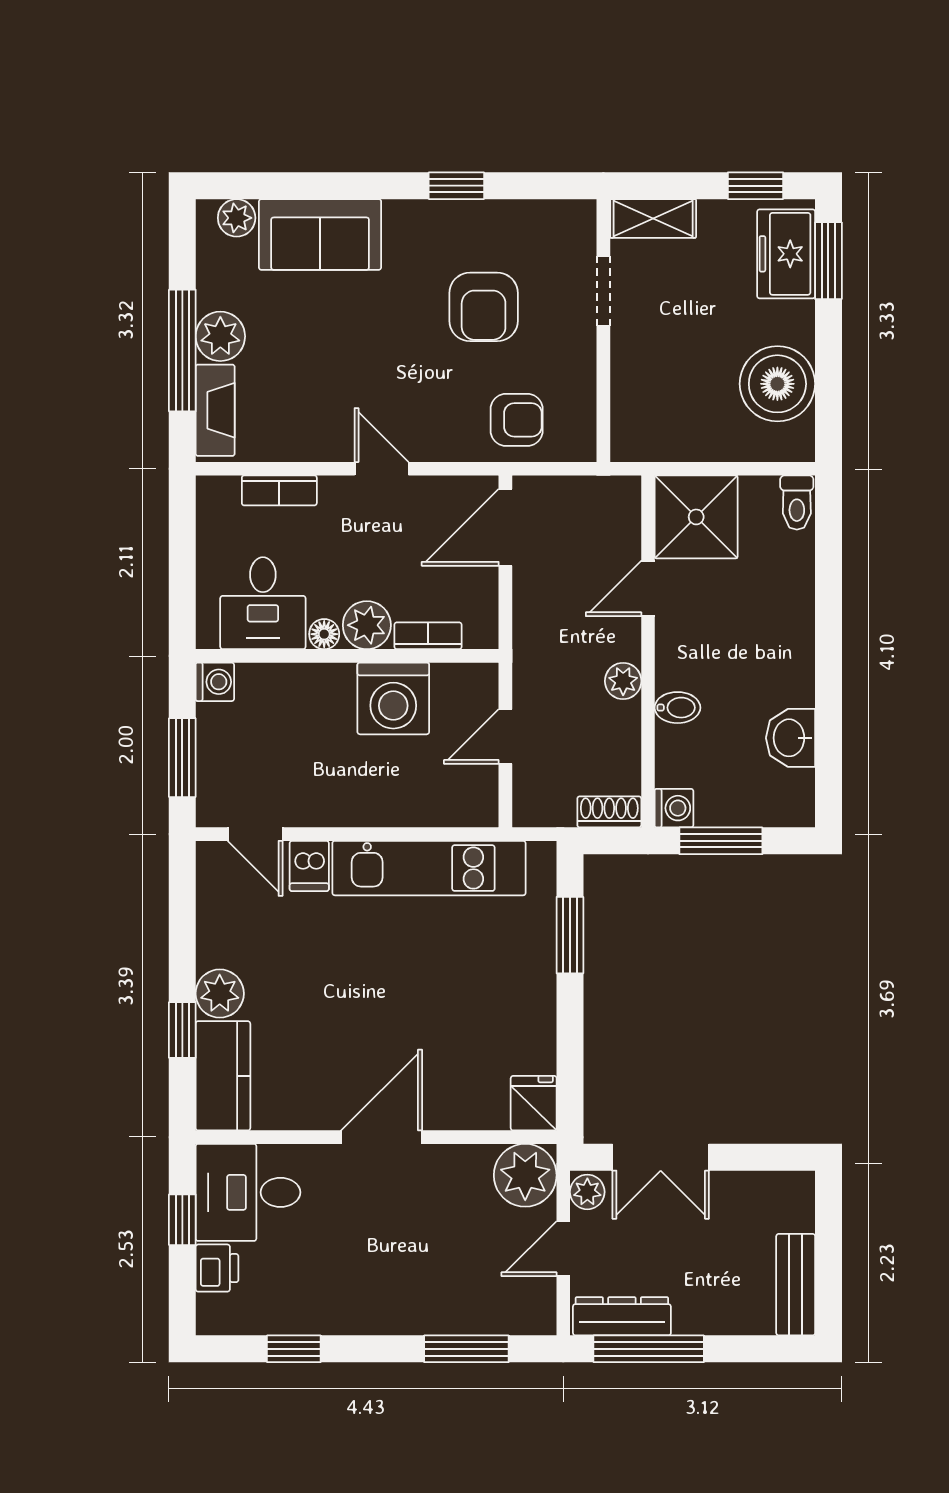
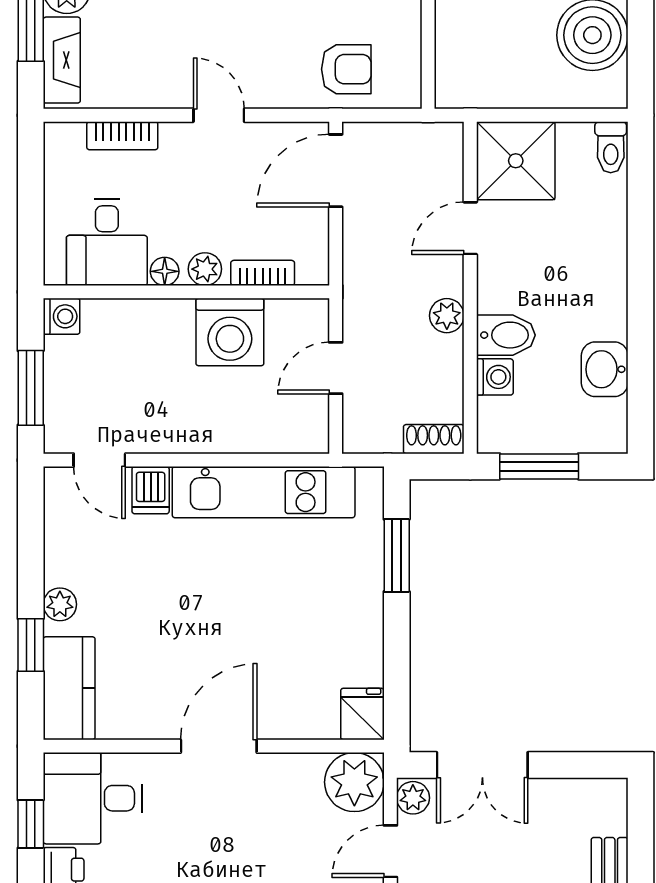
plant: (367, 625) -> (205, 269), width x0.73, depth x0.73
bidet: (677, 708) -> (506, 335), width x1.38, depth x1.36
washing machine: (674, 808) -> (495, 377), moved
plant: (220, 994) -> (60, 604), width x0.73, depth x0.73

